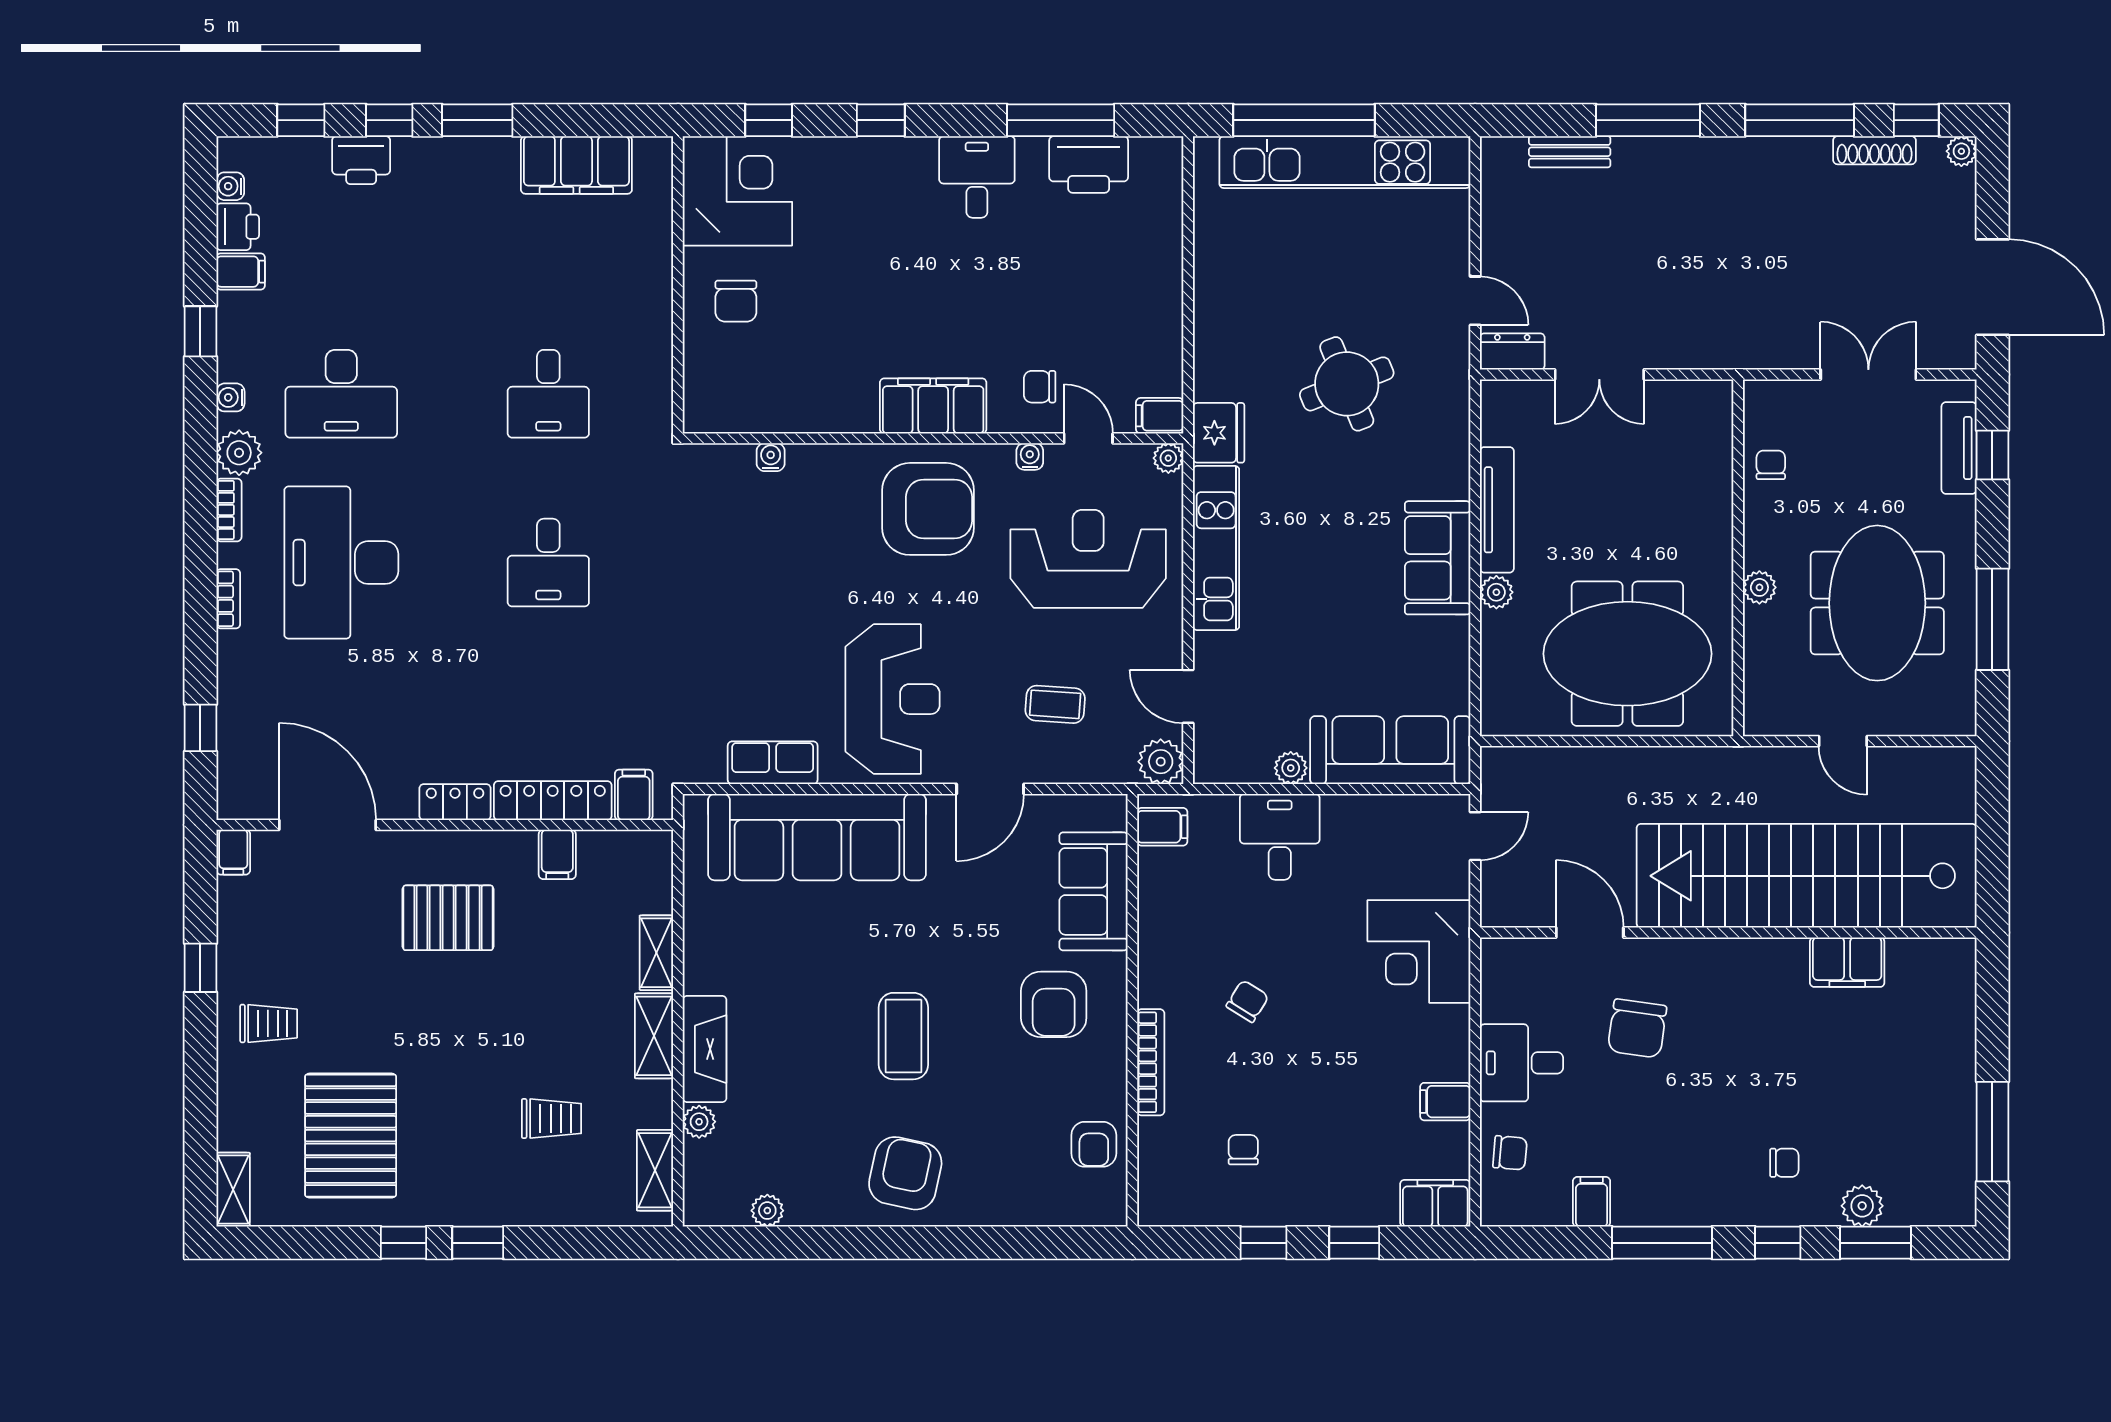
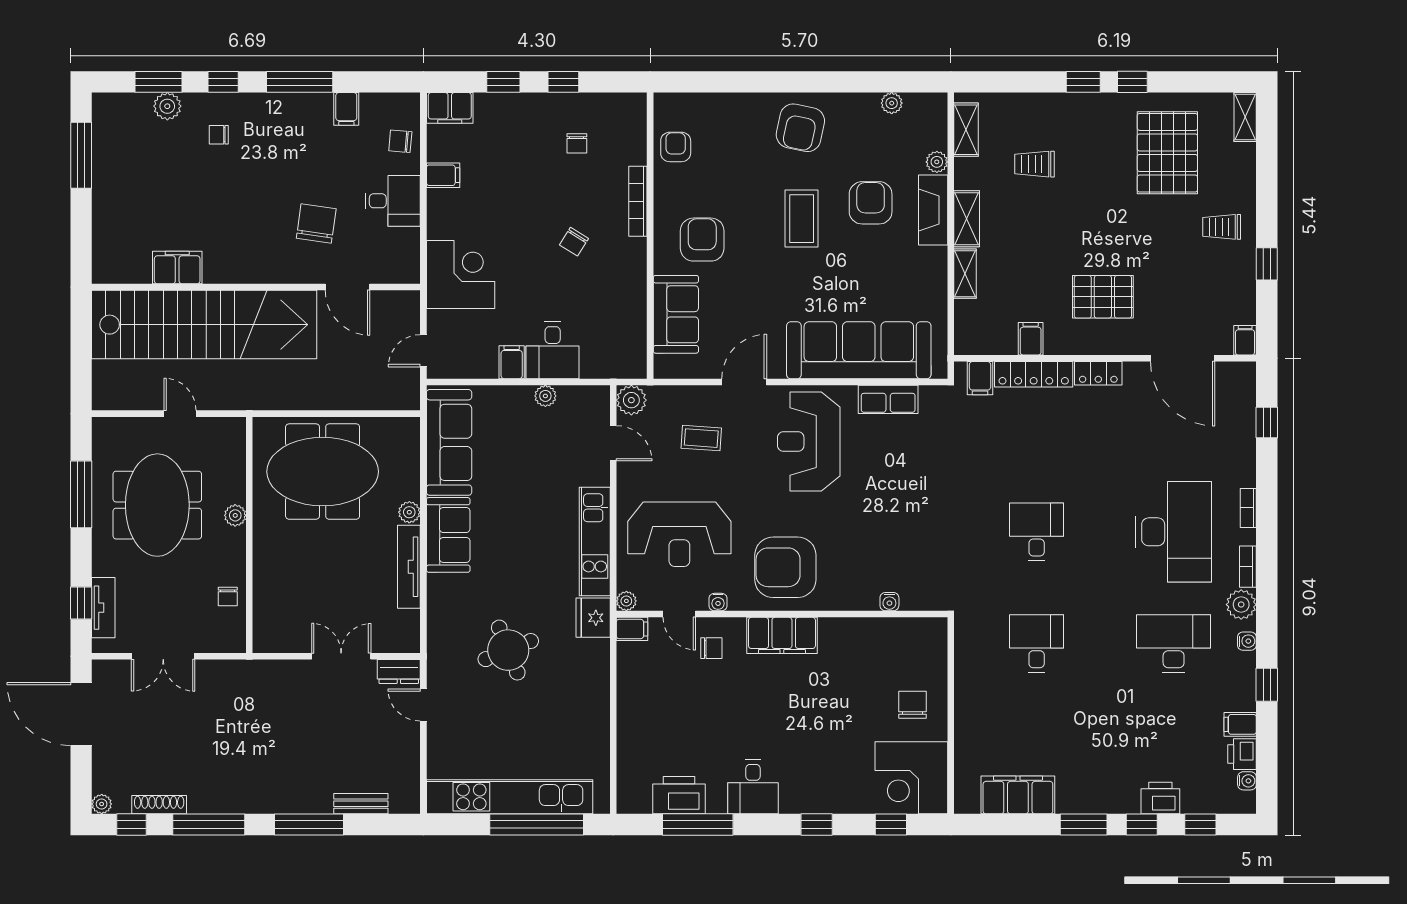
sofa: (1390, 750) -> (449, 442), moved, turned -90
filing cabinet: (1162, 827) -> (512, 362), moved, turned 90
armchair: (799, 1060) -> (871, 203), added

